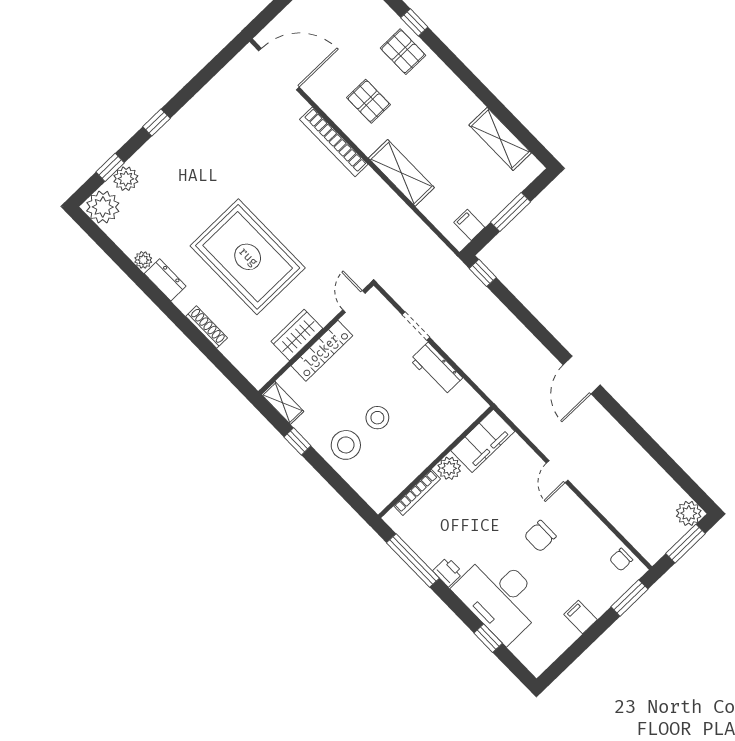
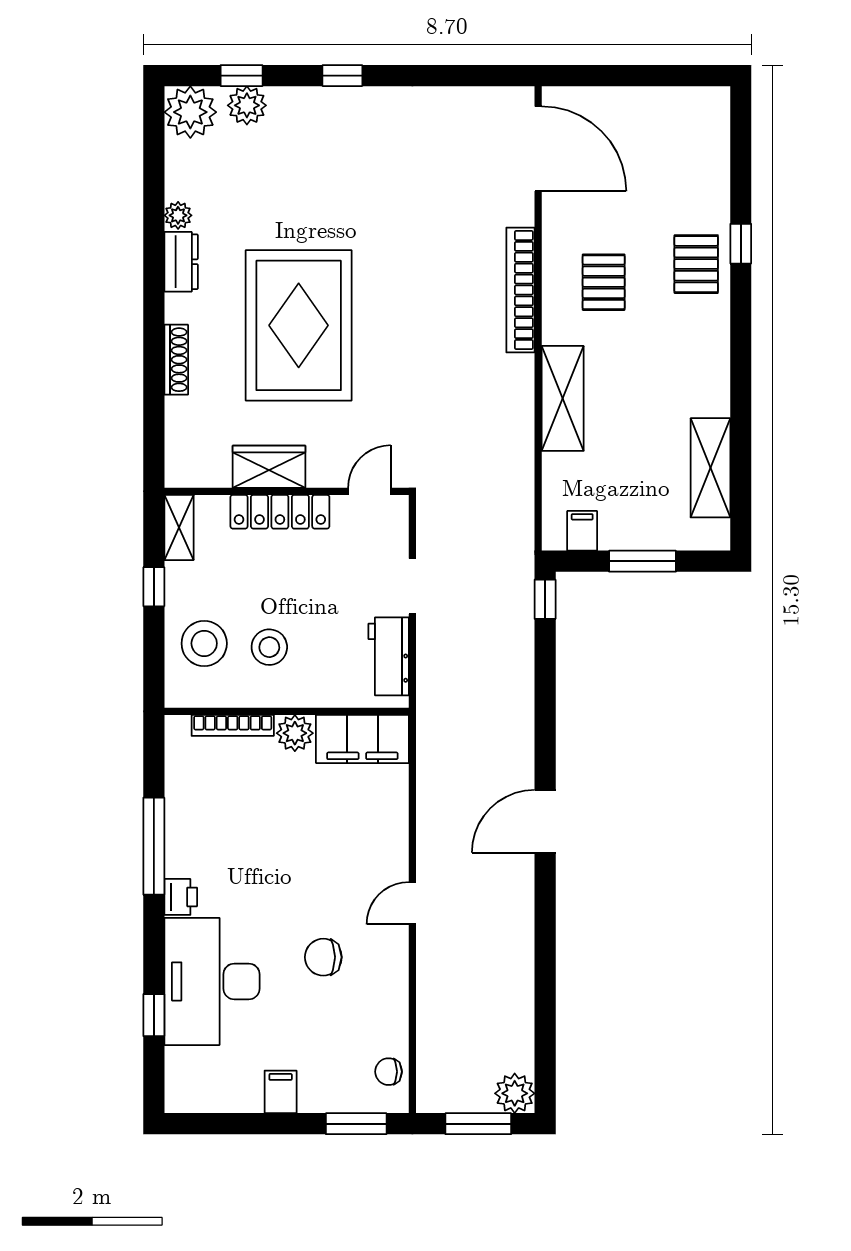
filing cabinet: (483, 441) -> (362, 739), moved
wall: (436, 462) -> (287, 711), moved
plant: (449, 468) -> (295, 733), moved
bookcase: (417, 492) -> (233, 725), moved

